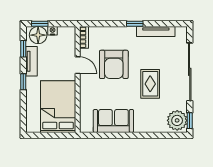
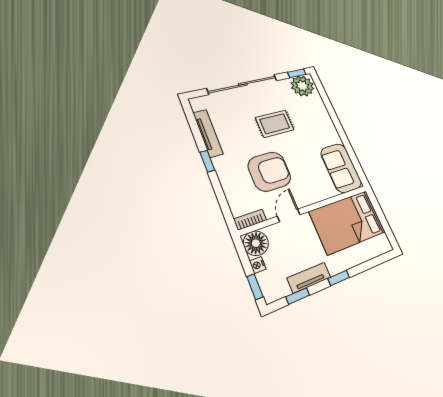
floor lamp: (38, 35) -> (256, 243), moved
sofa: (113, 121) -> (341, 168), moved

